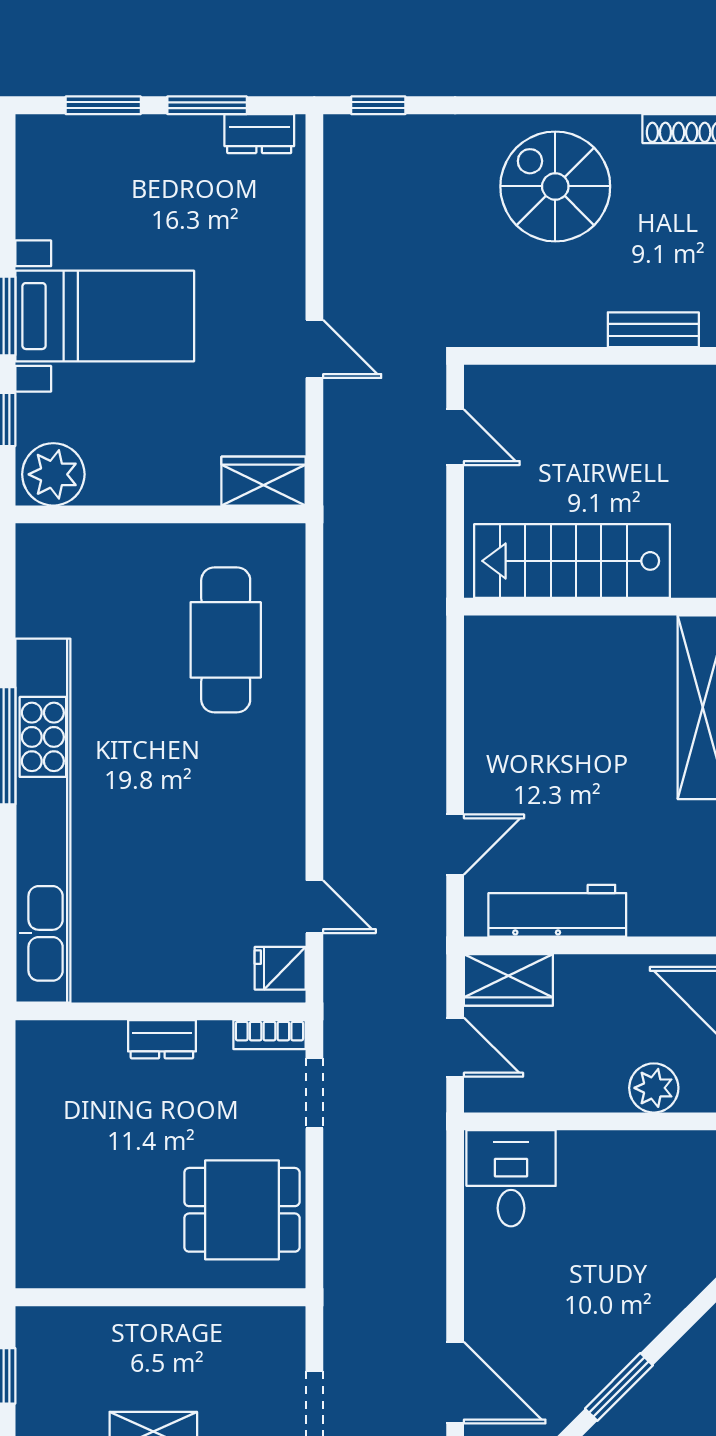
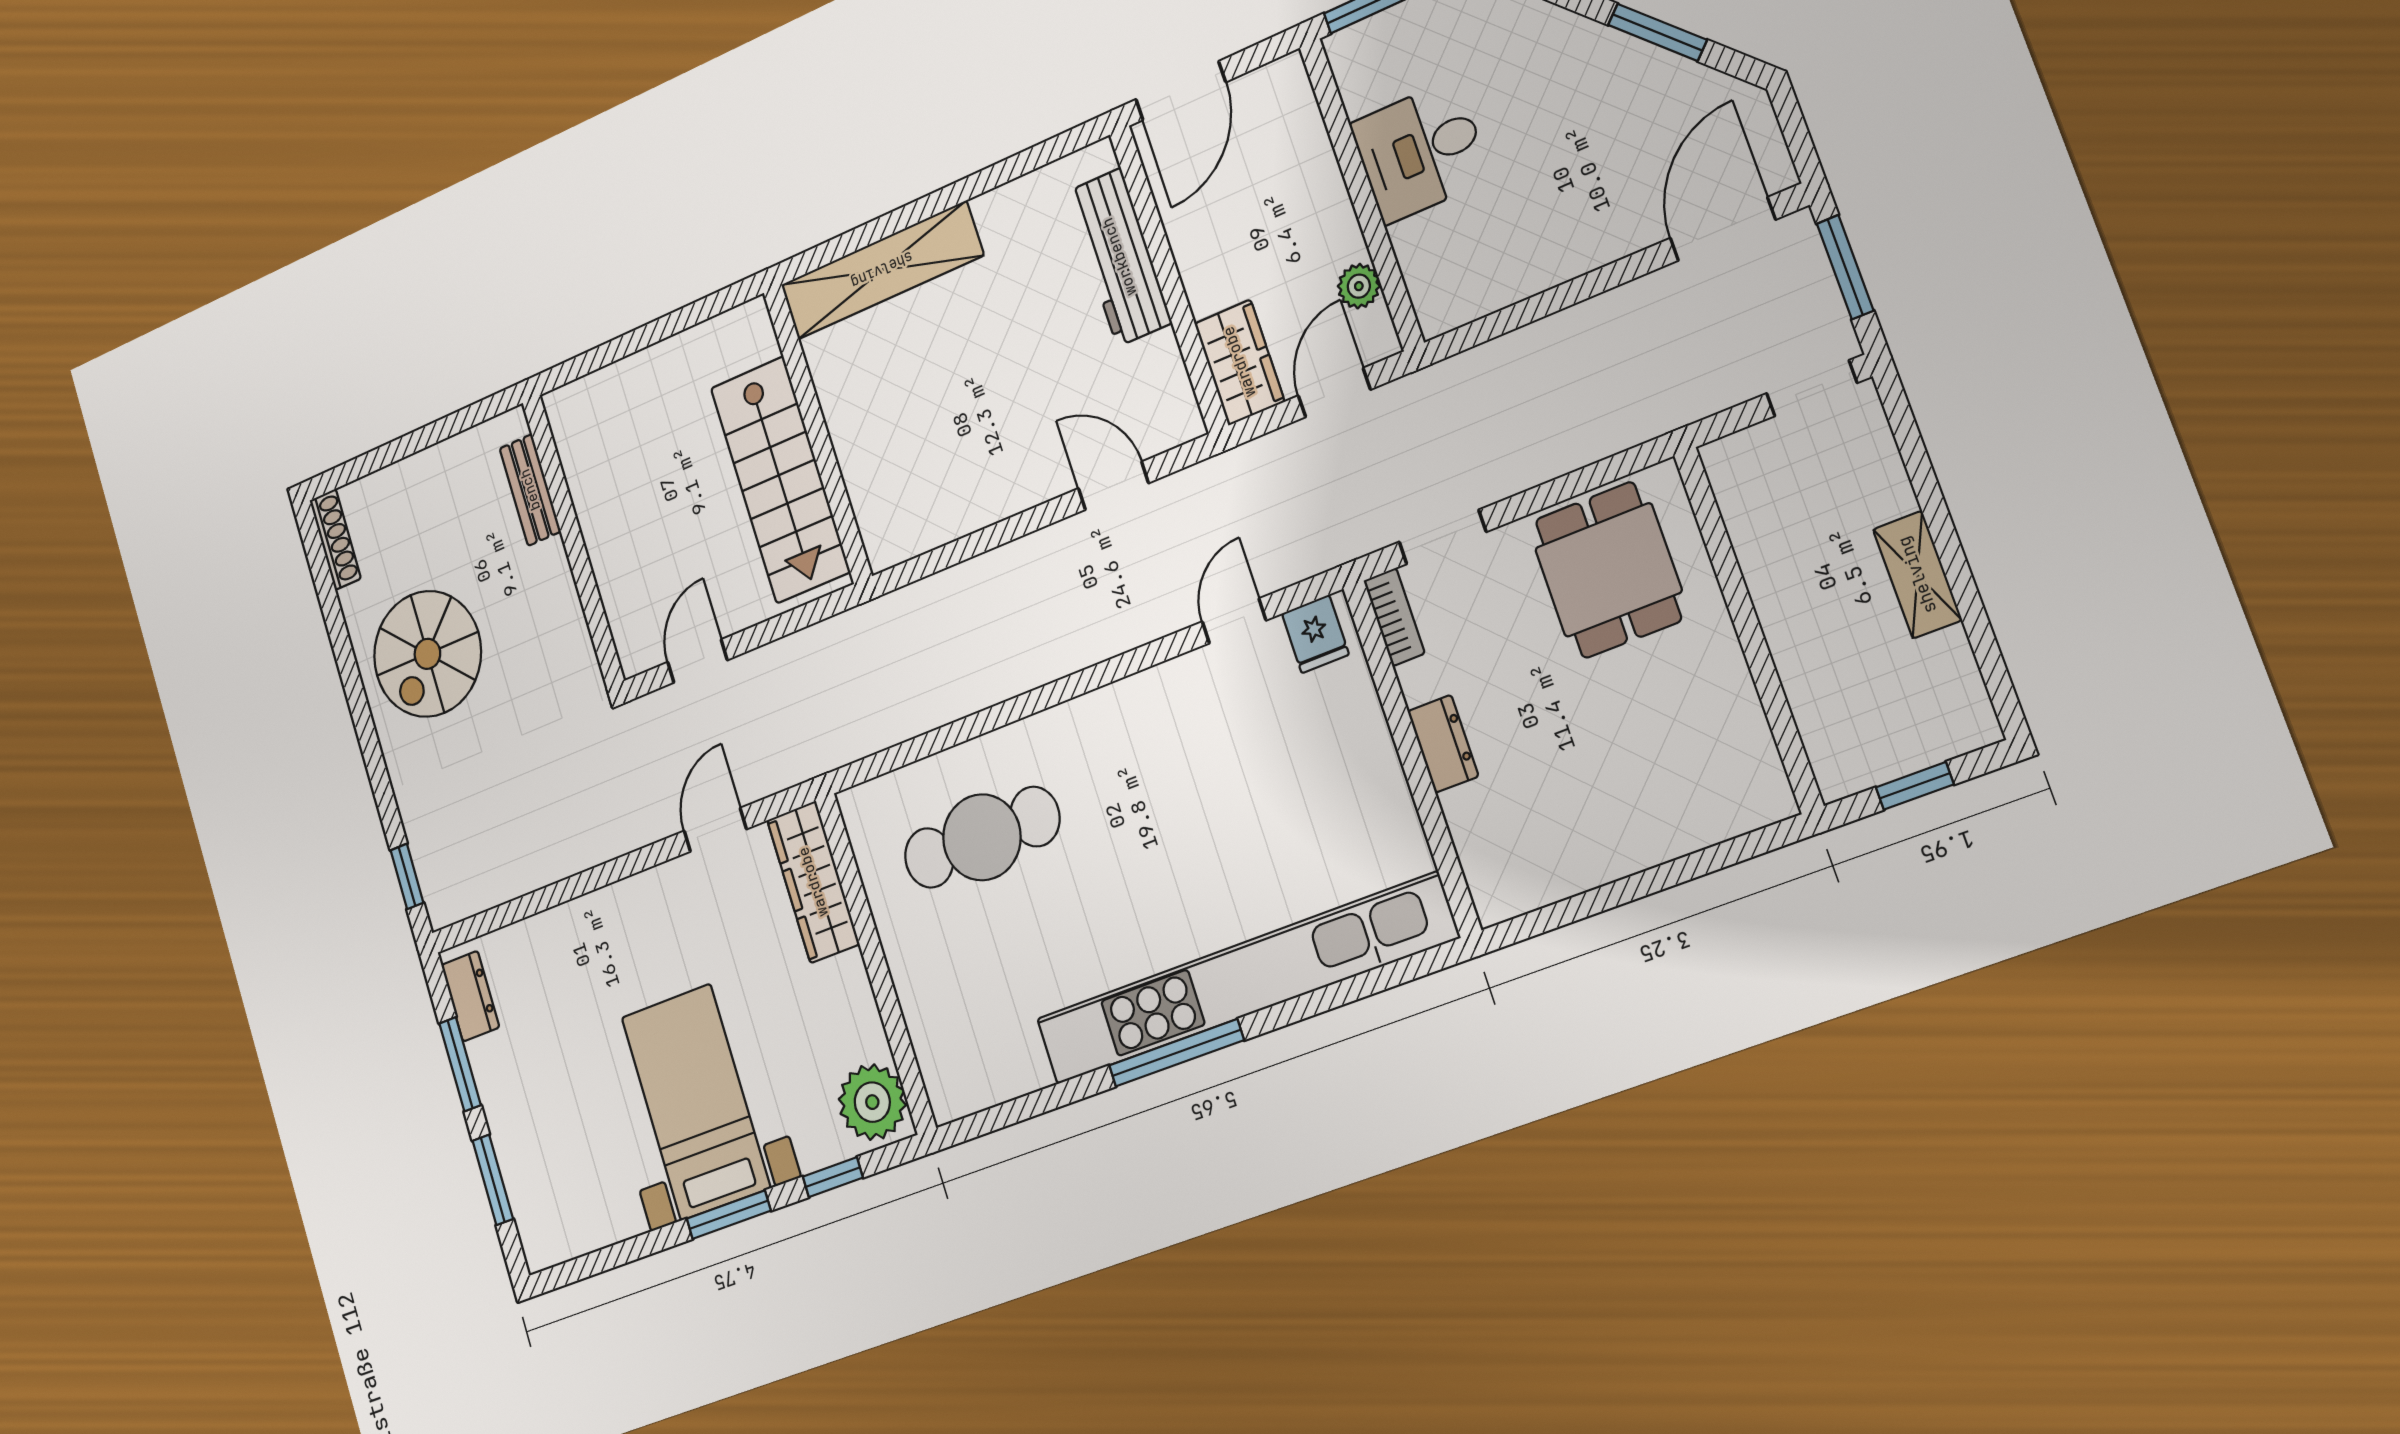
door: (314, 349) -> (715, 830), moved
wardrobe: (264, 481) -> (813, 882), width x1.50
workbench: (557, 911) -> (1119, 257), moved
plant: (654, 1088) -> (1359, 286), moved, width x0.73, depth x0.73
desk: (511, 1178) -> (1420, 151), moved

